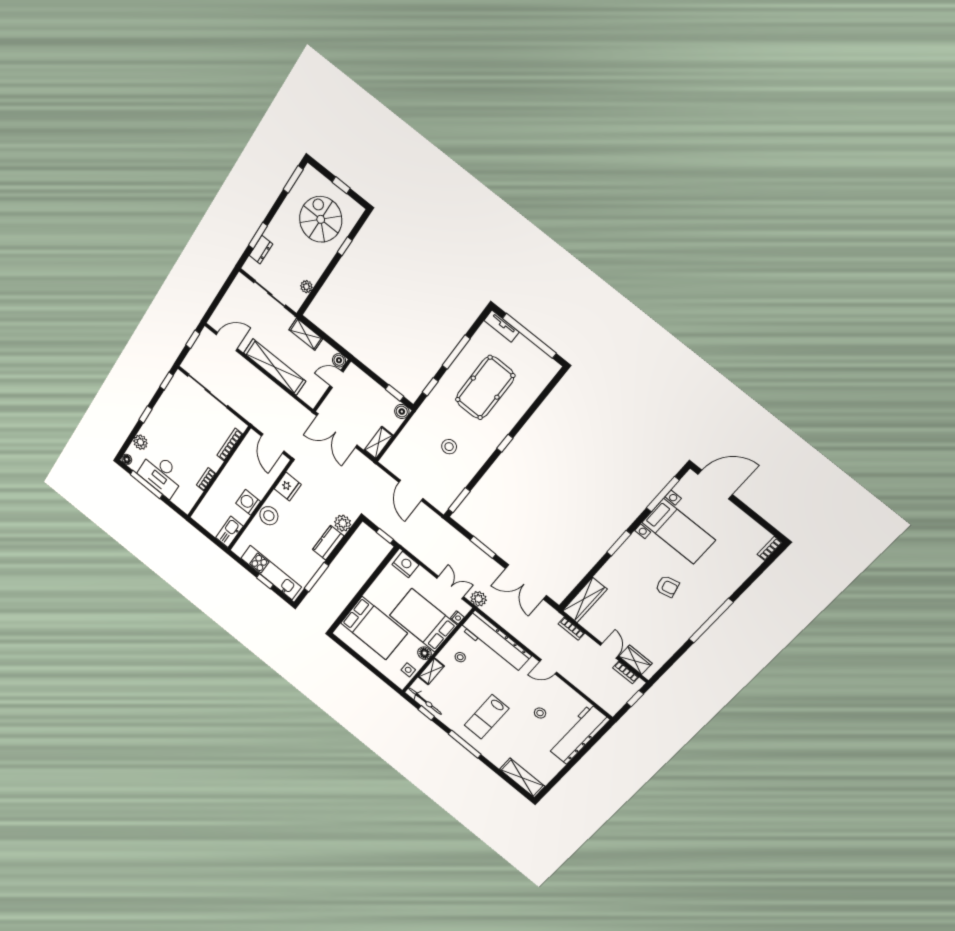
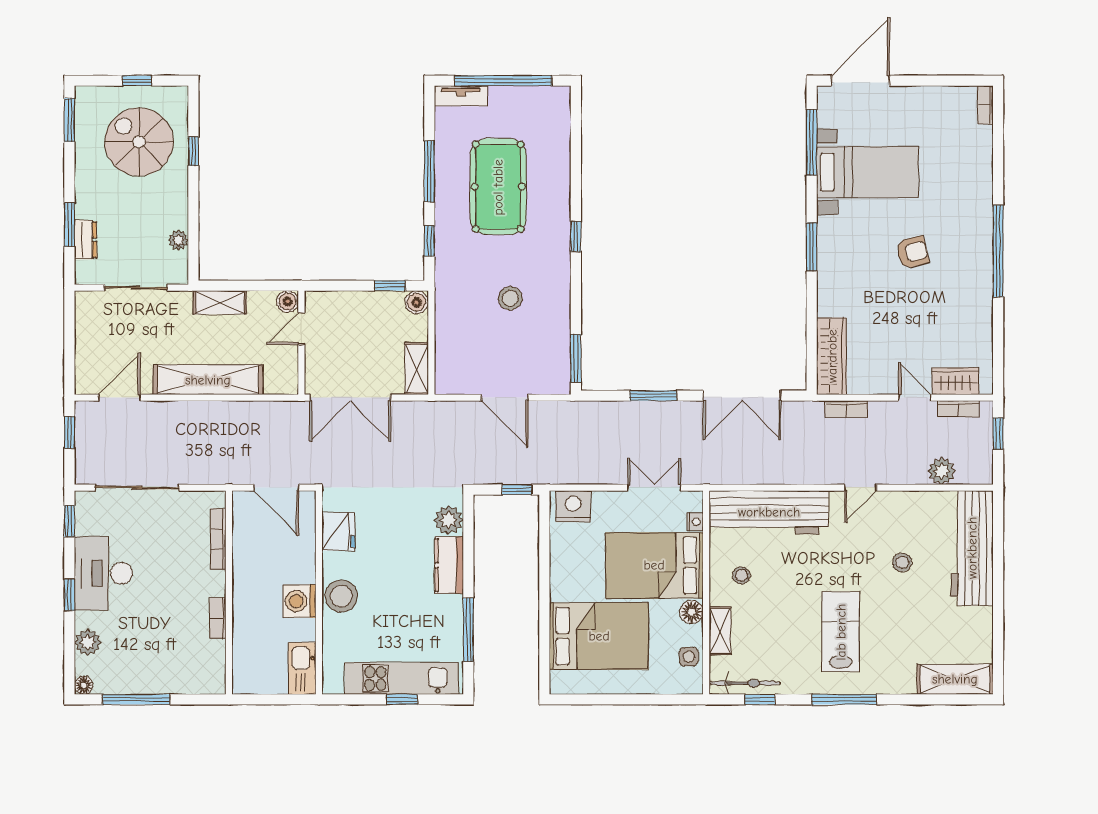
desk: (161, 474) -> (103, 573), moved, turned 90
plant: (479, 599) -> (942, 471), moved
lab bench: (487, 717) -> (841, 632), turned 180

